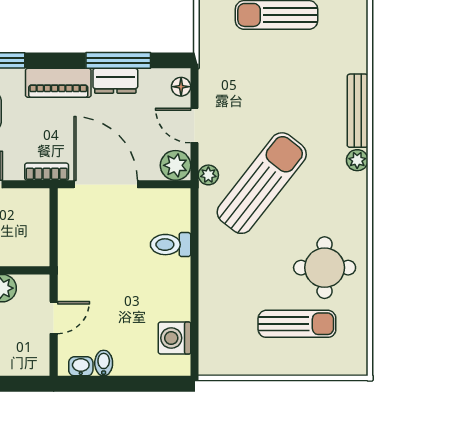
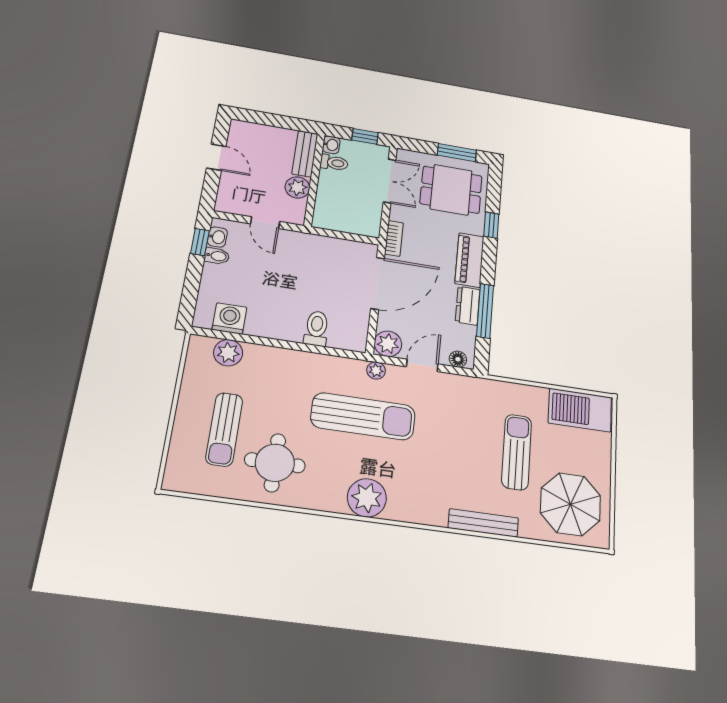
bench: (358, 111) -> (483, 523), moved
plant: (357, 160) -> (367, 498), width x1.88, depth x1.88
sun lounger: (262, 183) -> (363, 416), turned -38
plant: (213, 333) -> (228, 353), added
window: (90, 384) -> (200, 242), added

